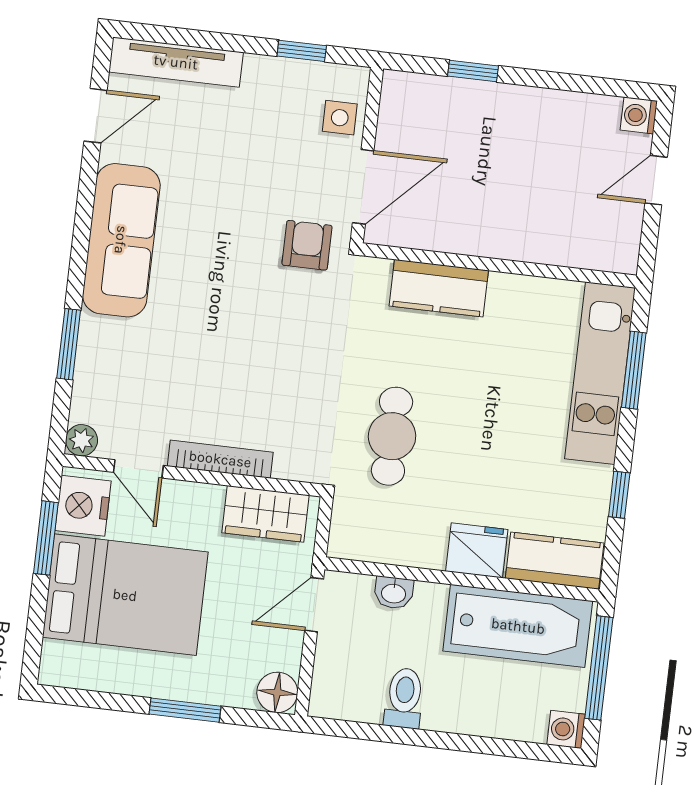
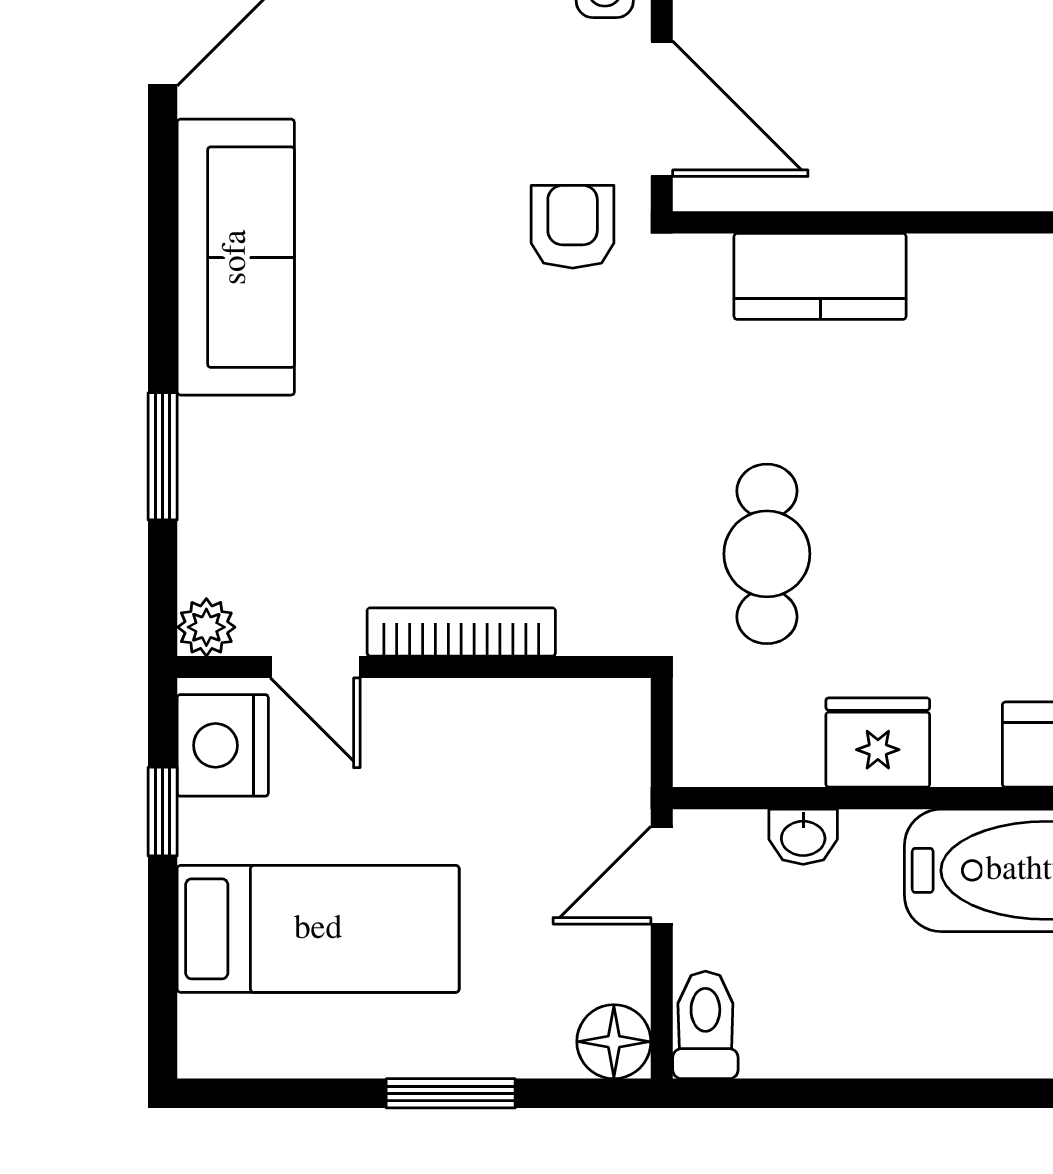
door: (363, 187) -> (662, 109), hinge flipped
wardrobe: (265, 514) -> (555, 721), removed
window: (46, 538) -> (163, 812), width x0.67
fridge: (477, 550) -> (878, 742), moved
bed: (125, 595) -> (318, 929), width x0.67
toilet: (404, 698) -> (705, 1025), moved

